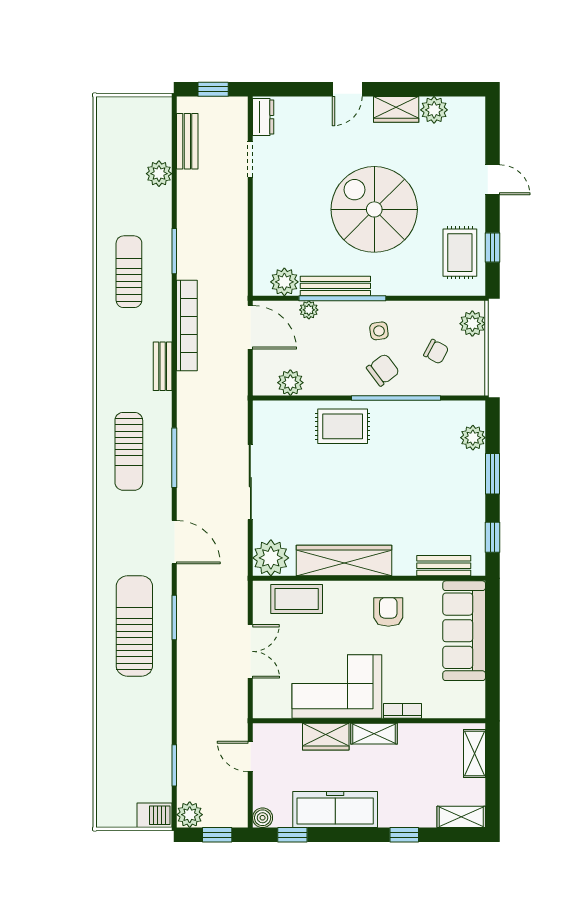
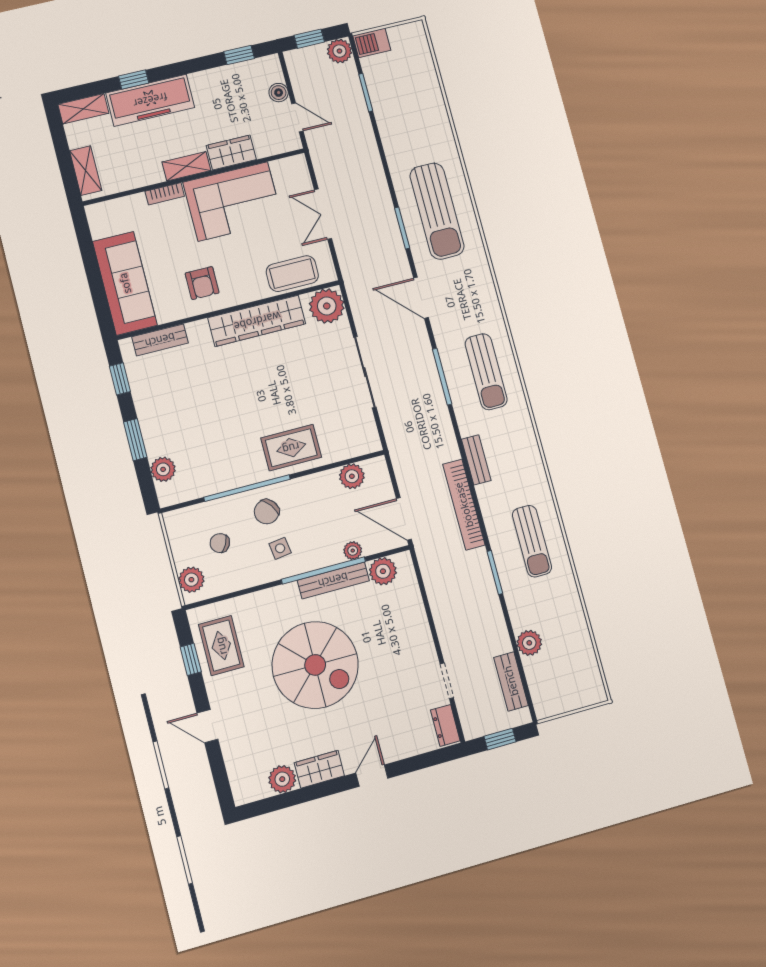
sun lounger: (129, 451) -> (486, 372), turned 180
freezer: (335, 810) -> (150, 100), moved
boiler: (263, 818) -> (279, 93), moved

